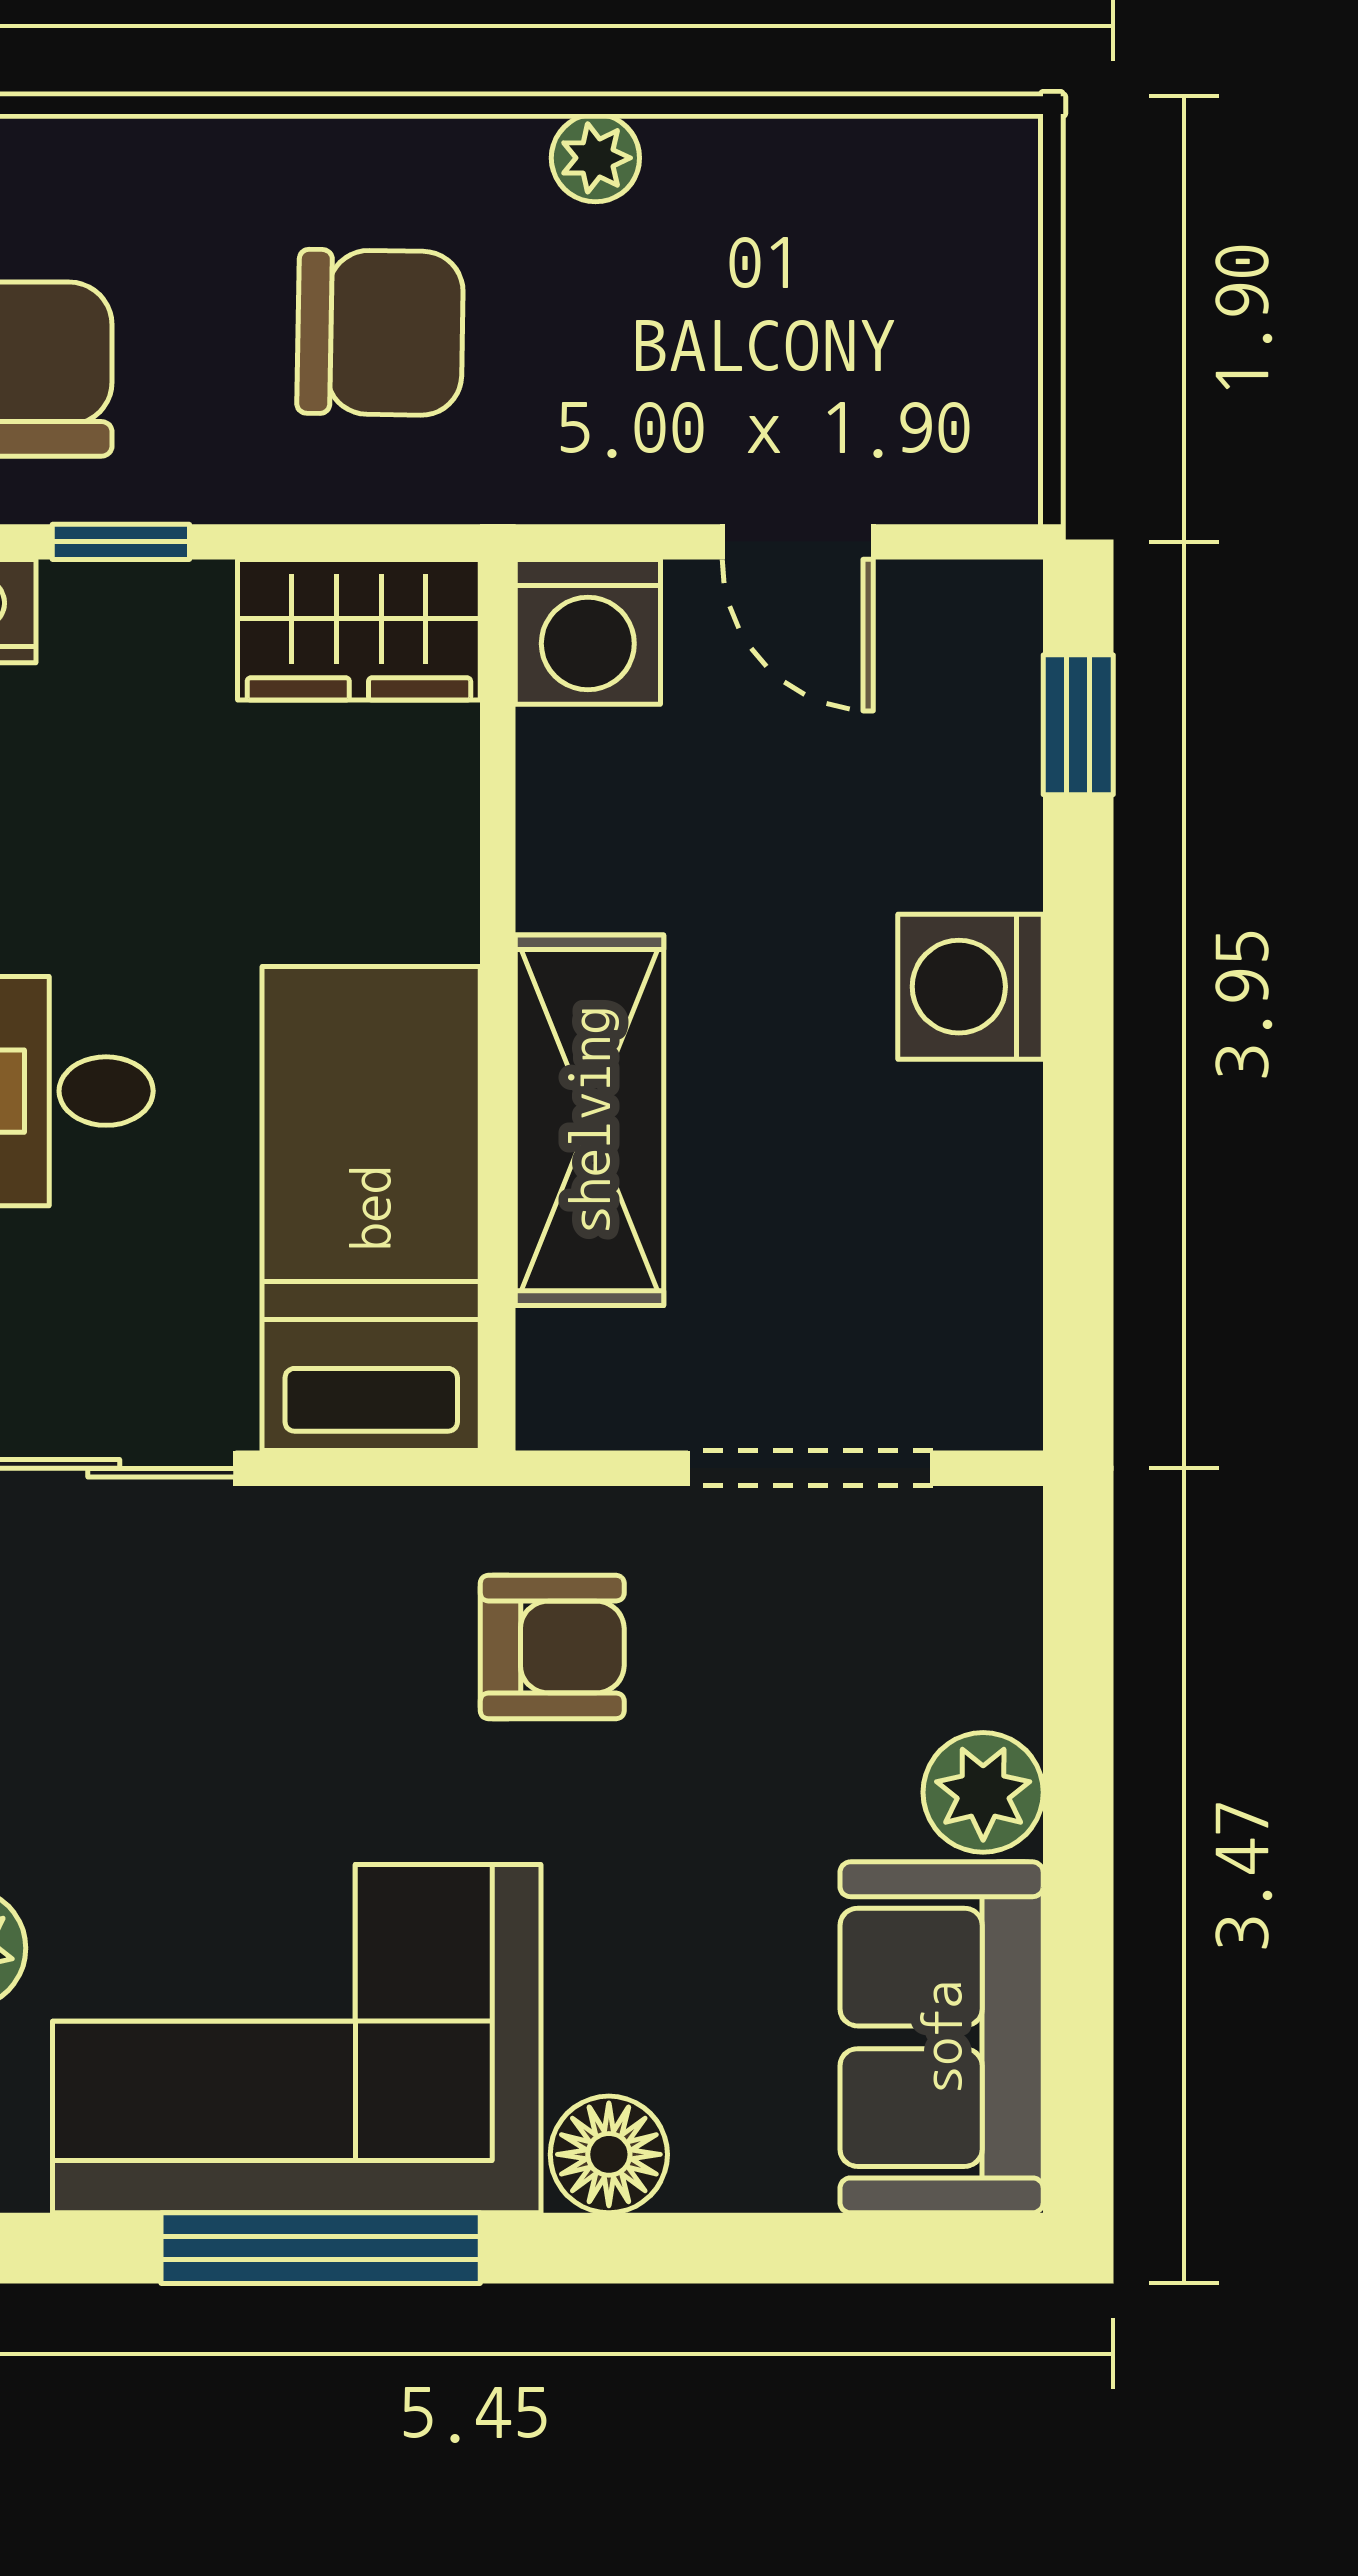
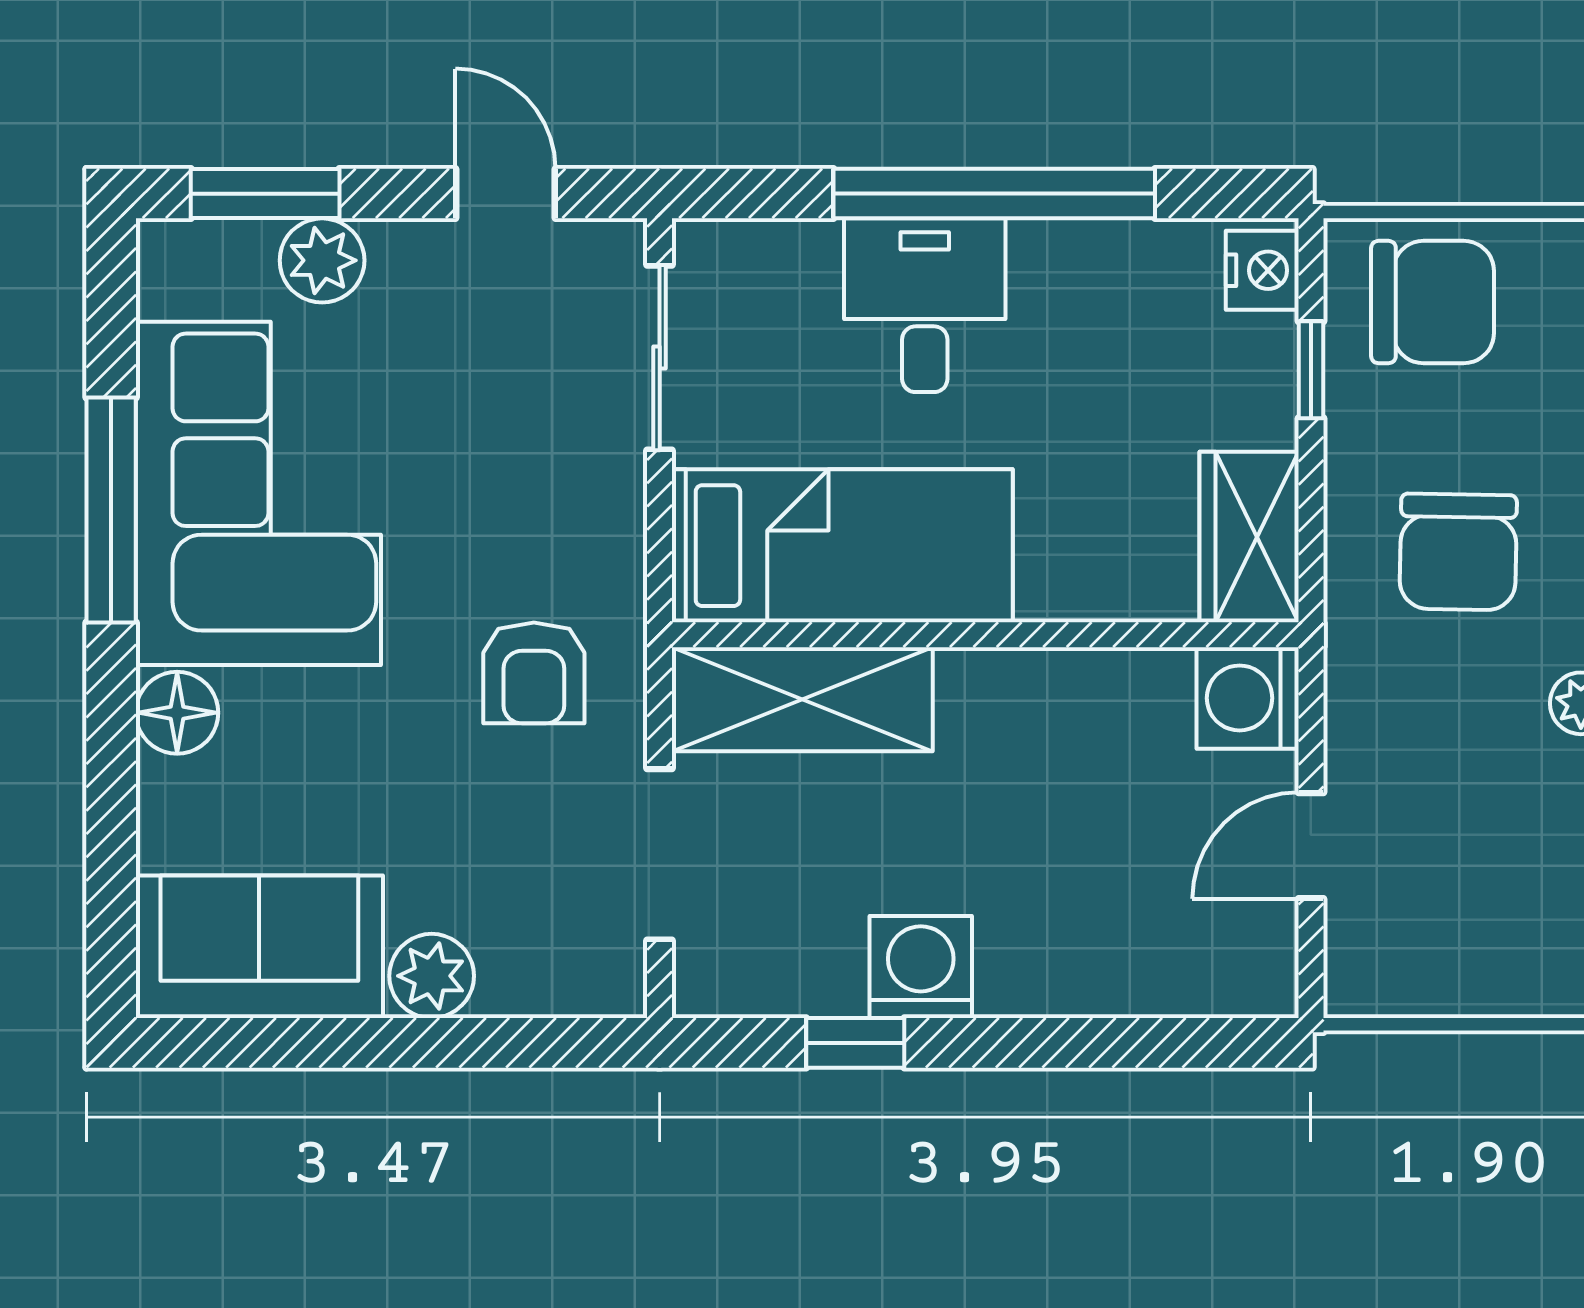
window: (1078, 725) -> (855, 1043), moved
washing machine: (970, 987) -> (921, 967), moved
shelving: (590, 1120) -> (802, 699), moved

